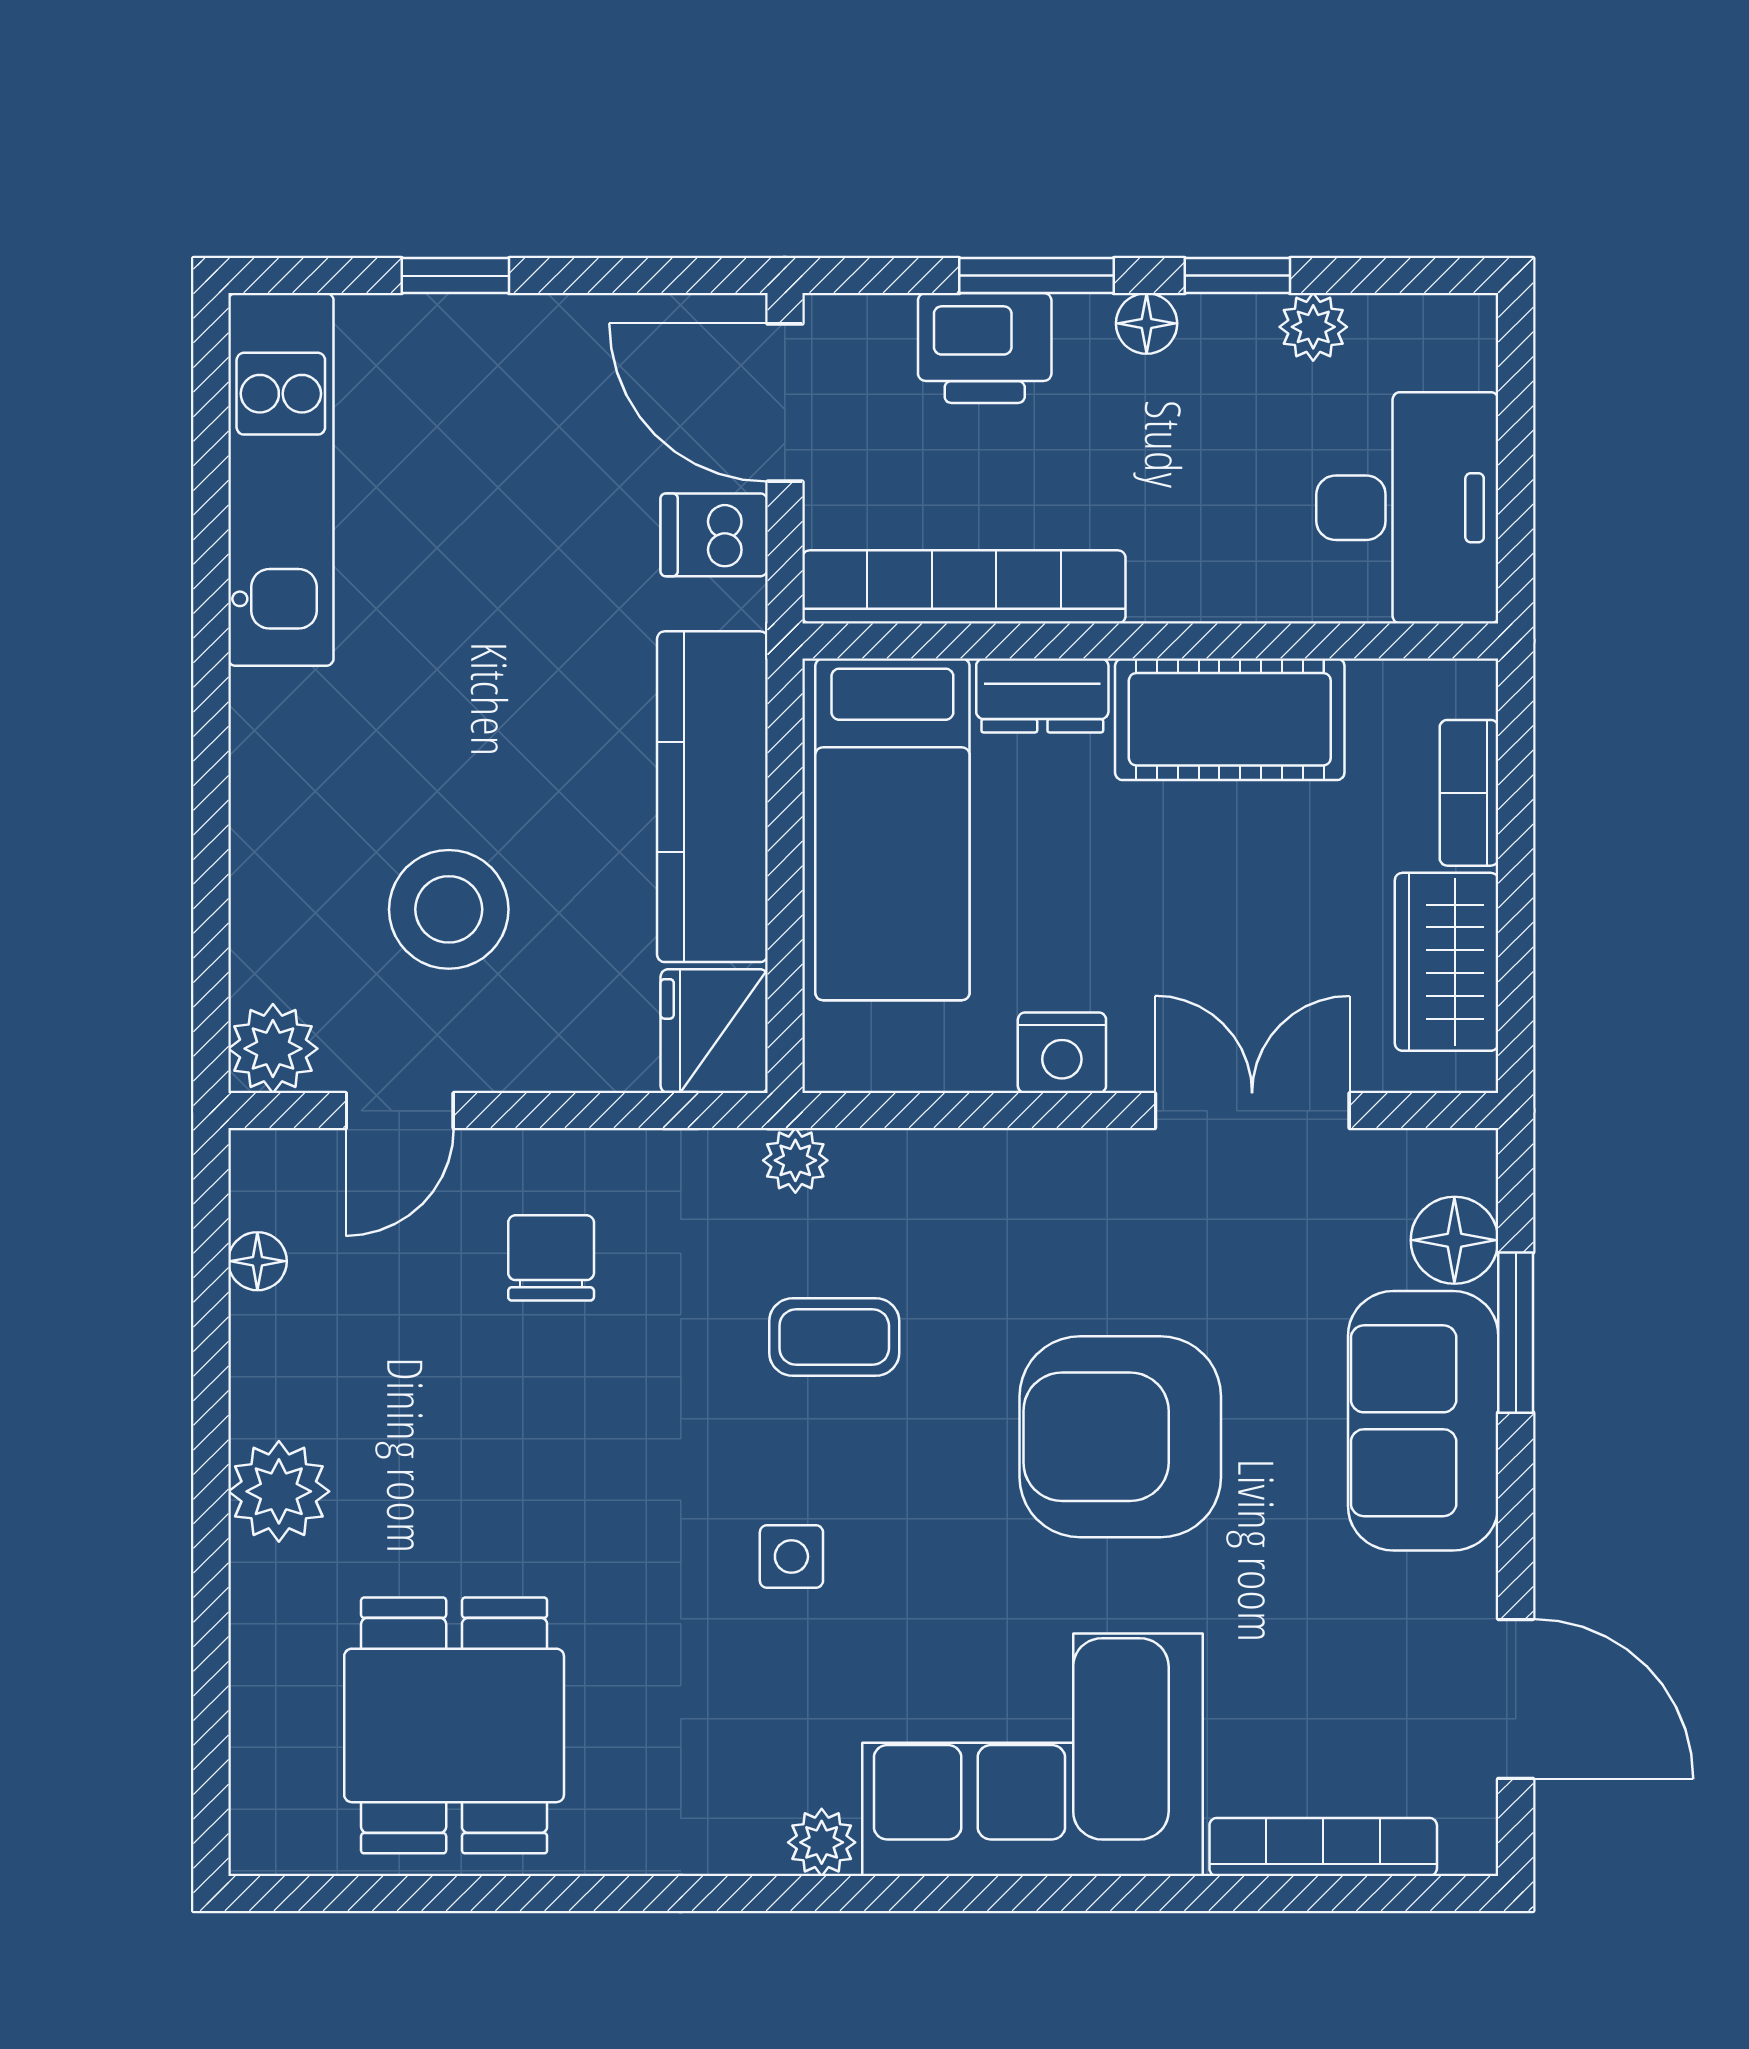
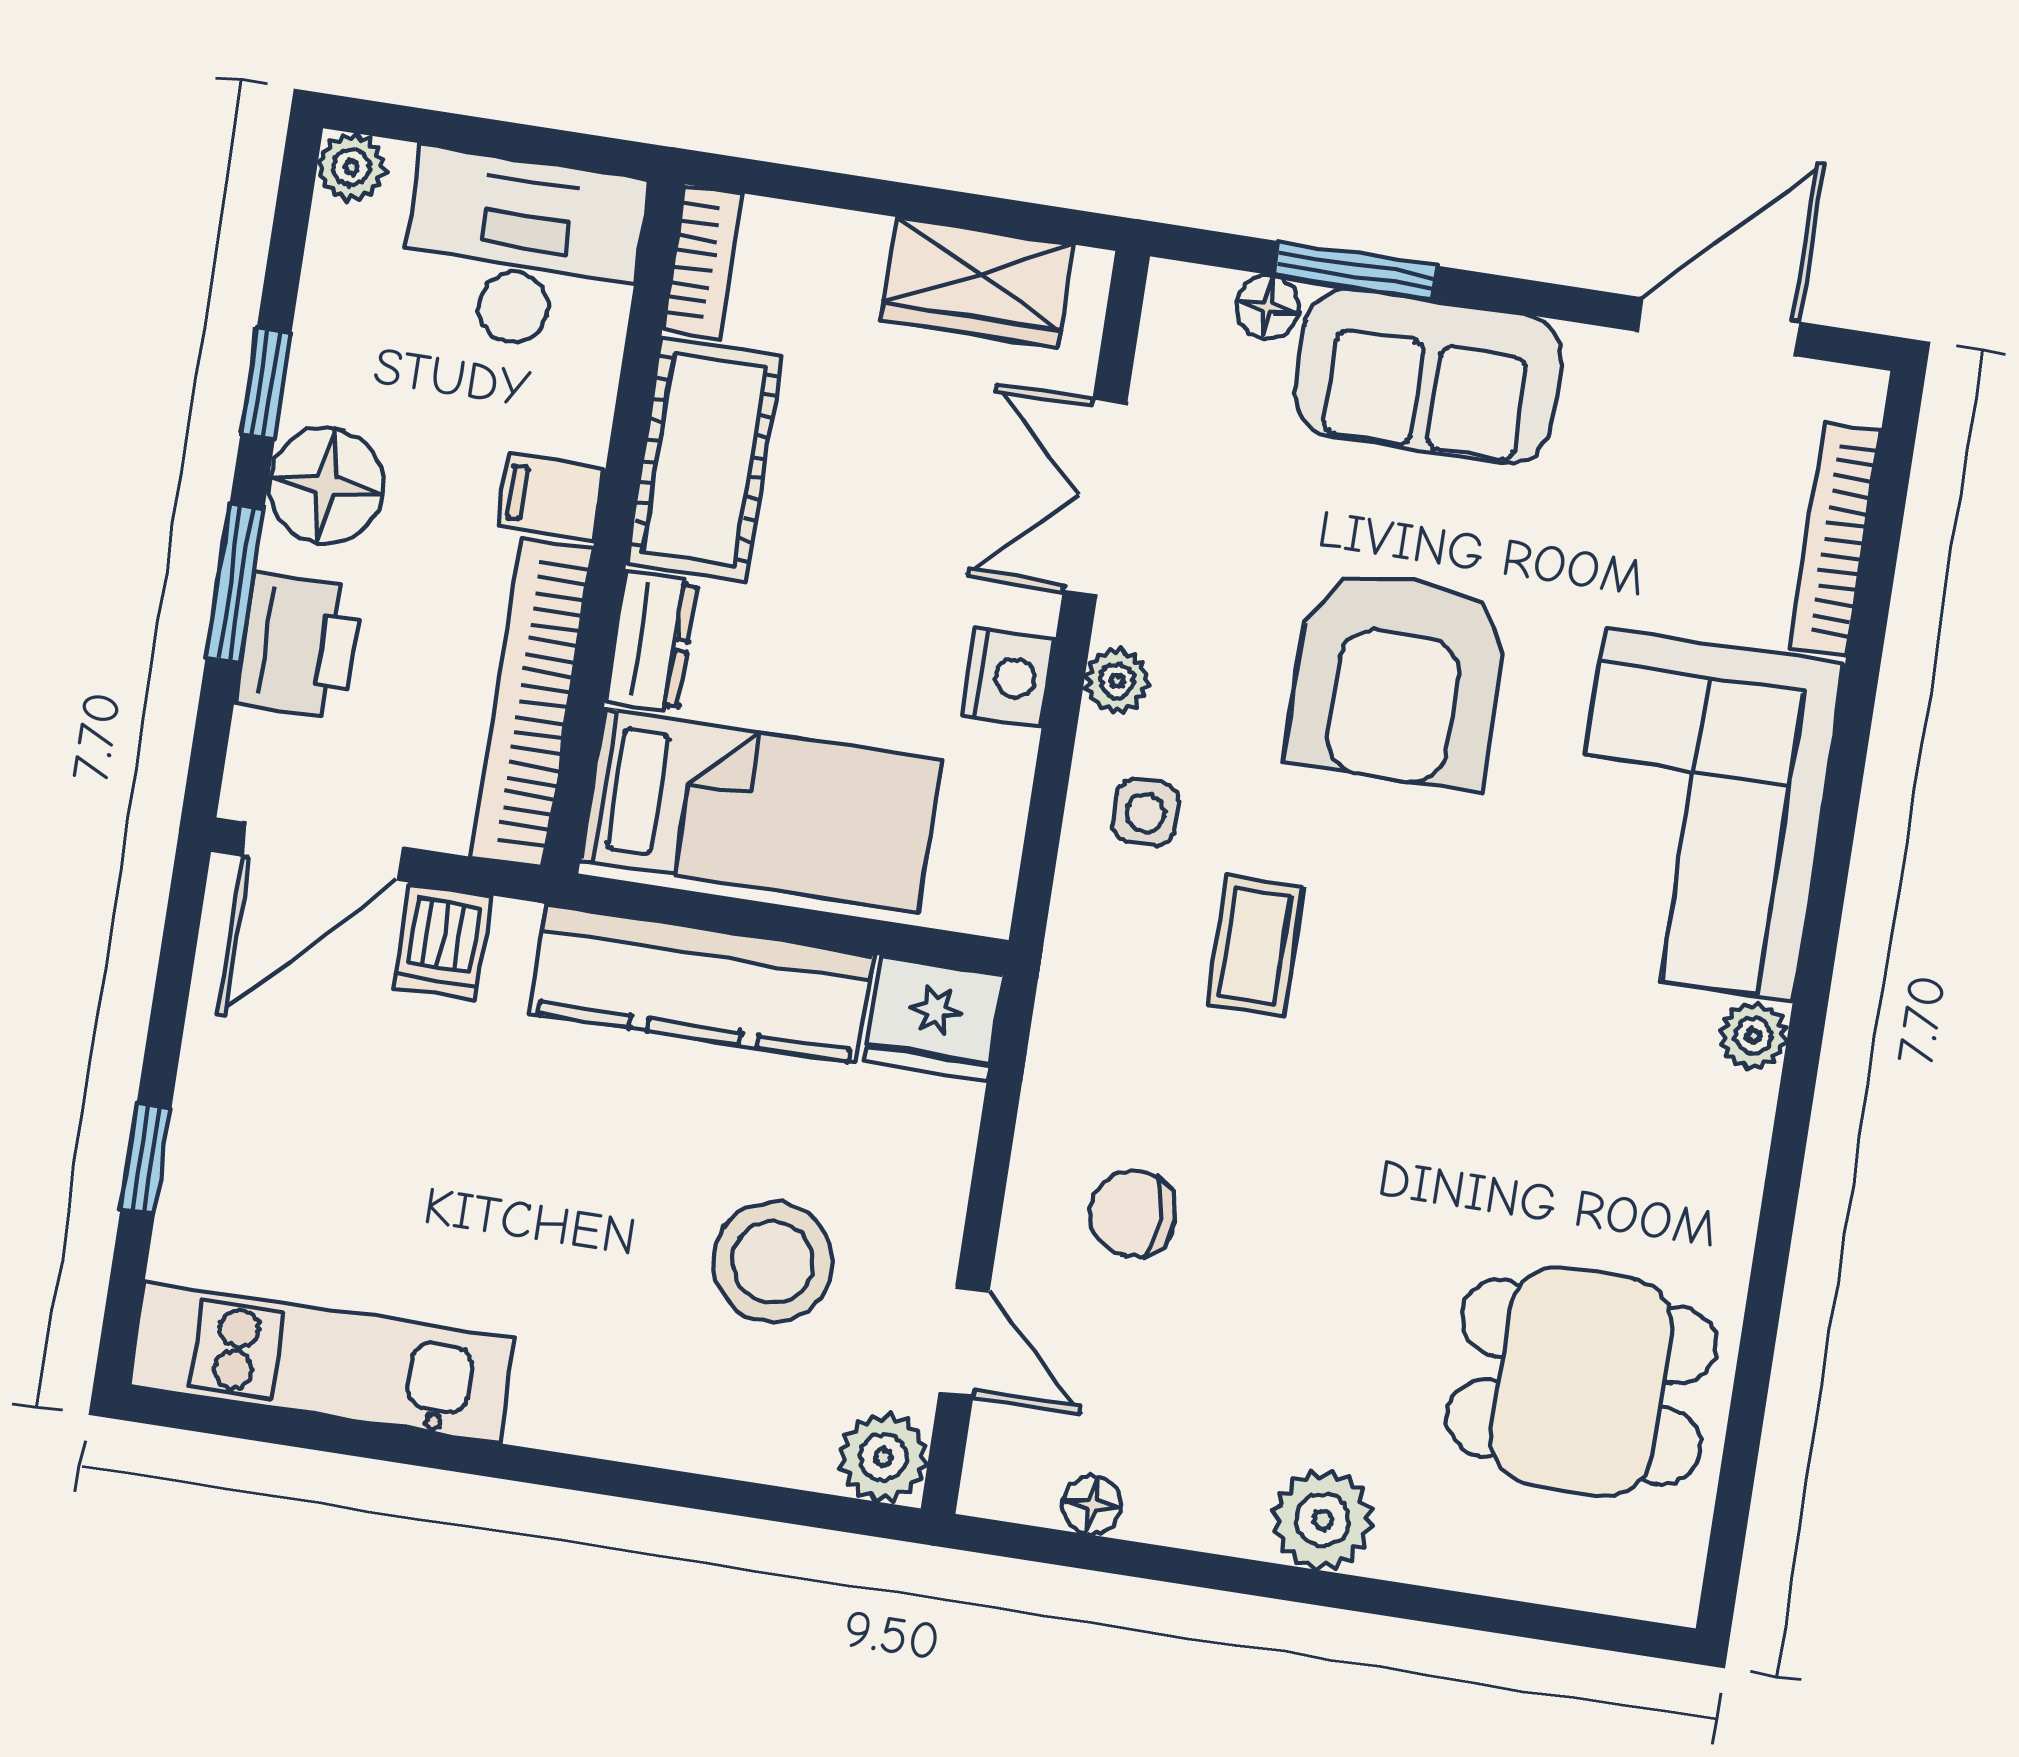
floor lamp: (1147, 323) -> (326, 485), width x1.89, depth x1.89
plant: (1313, 327) -> (351, 167), moved
filing cabinet: (1169, 574) -> (551, 497), added
bookcase: (1469, 793) -> (702, 262), moved, turned -90
plant: (795, 1160) -> (1117, 681), moved
floor lamp: (1454, 1240) -> (1268, 307), width x0.73, depth x0.73
side table: (791, 1557) -> (1146, 813), moved

